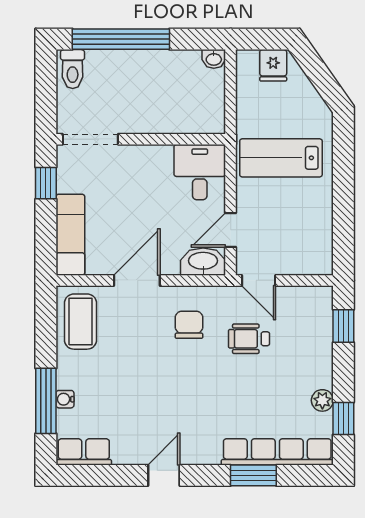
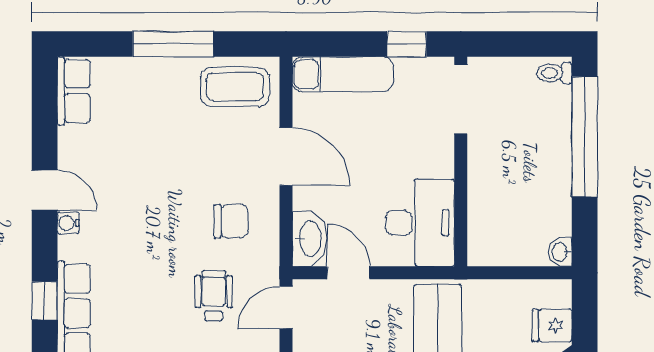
toilet: (73, 69) -> (554, 73), width x0.73, depth x0.72
desk: (200, 172) -> (420, 223), width x1.37
water cooler: (65, 399) -> (68, 223), moved, turned -90
window: (46, 401) -> (173, 44), moved
window: (253, 475) -> (45, 301), width x0.67

